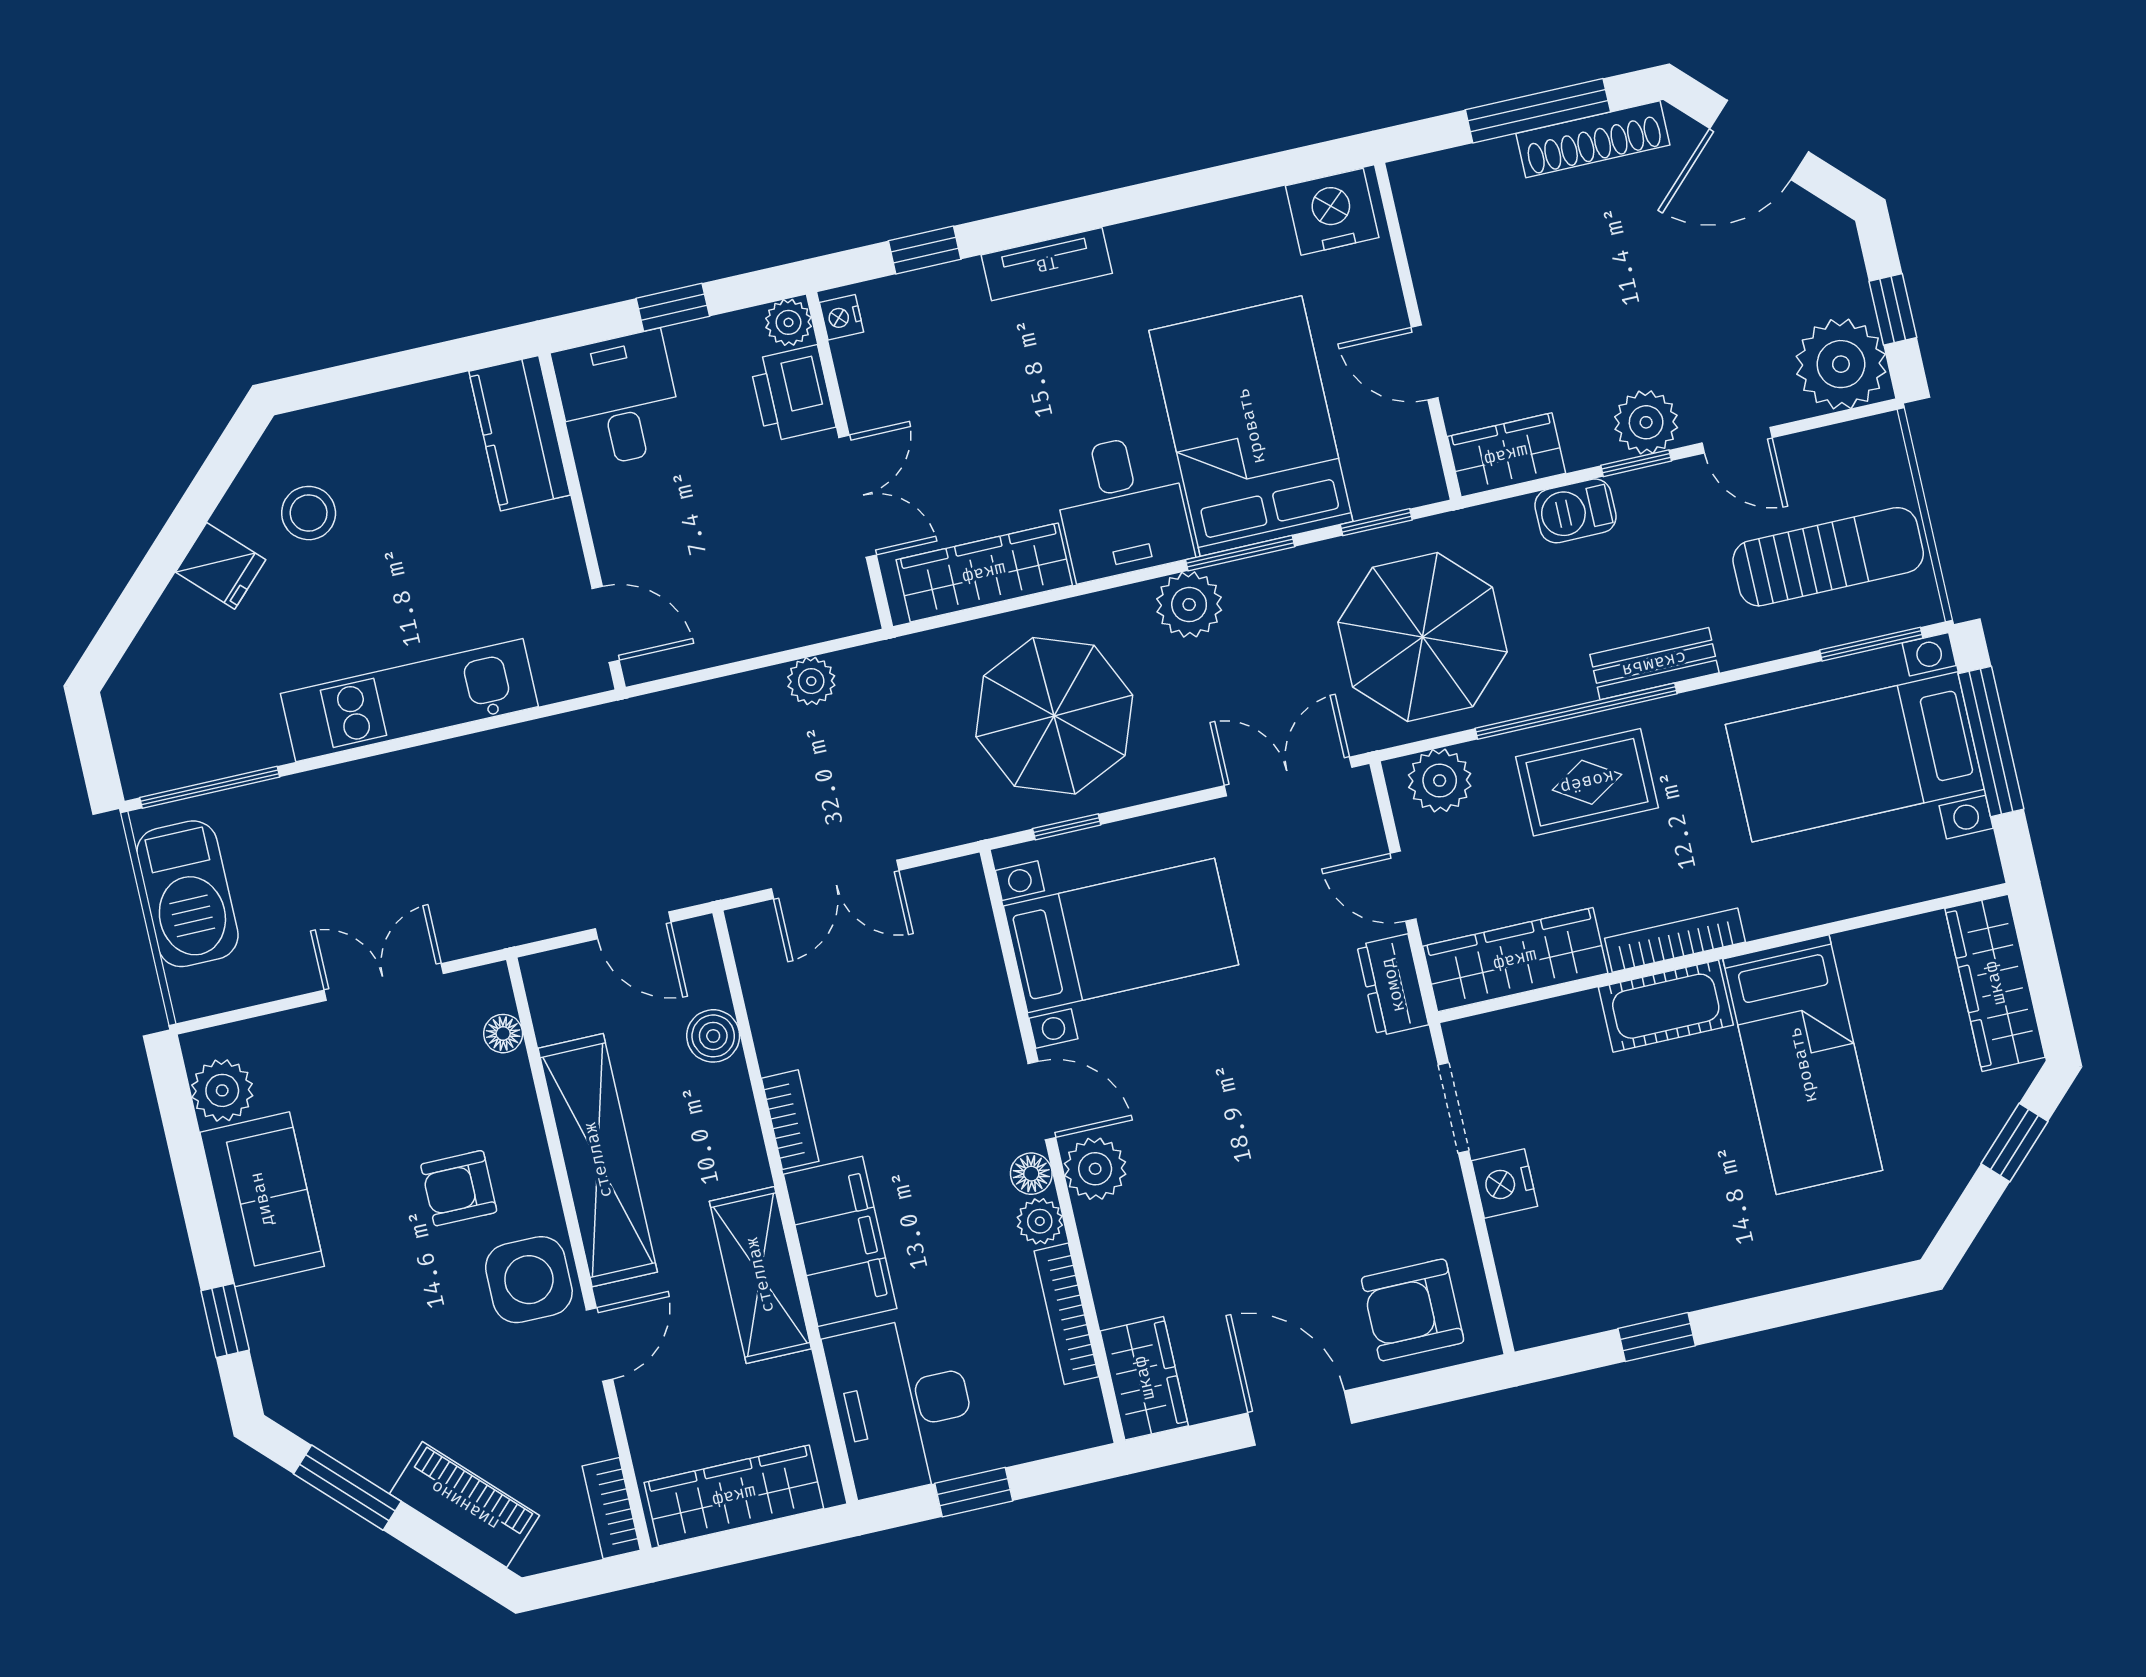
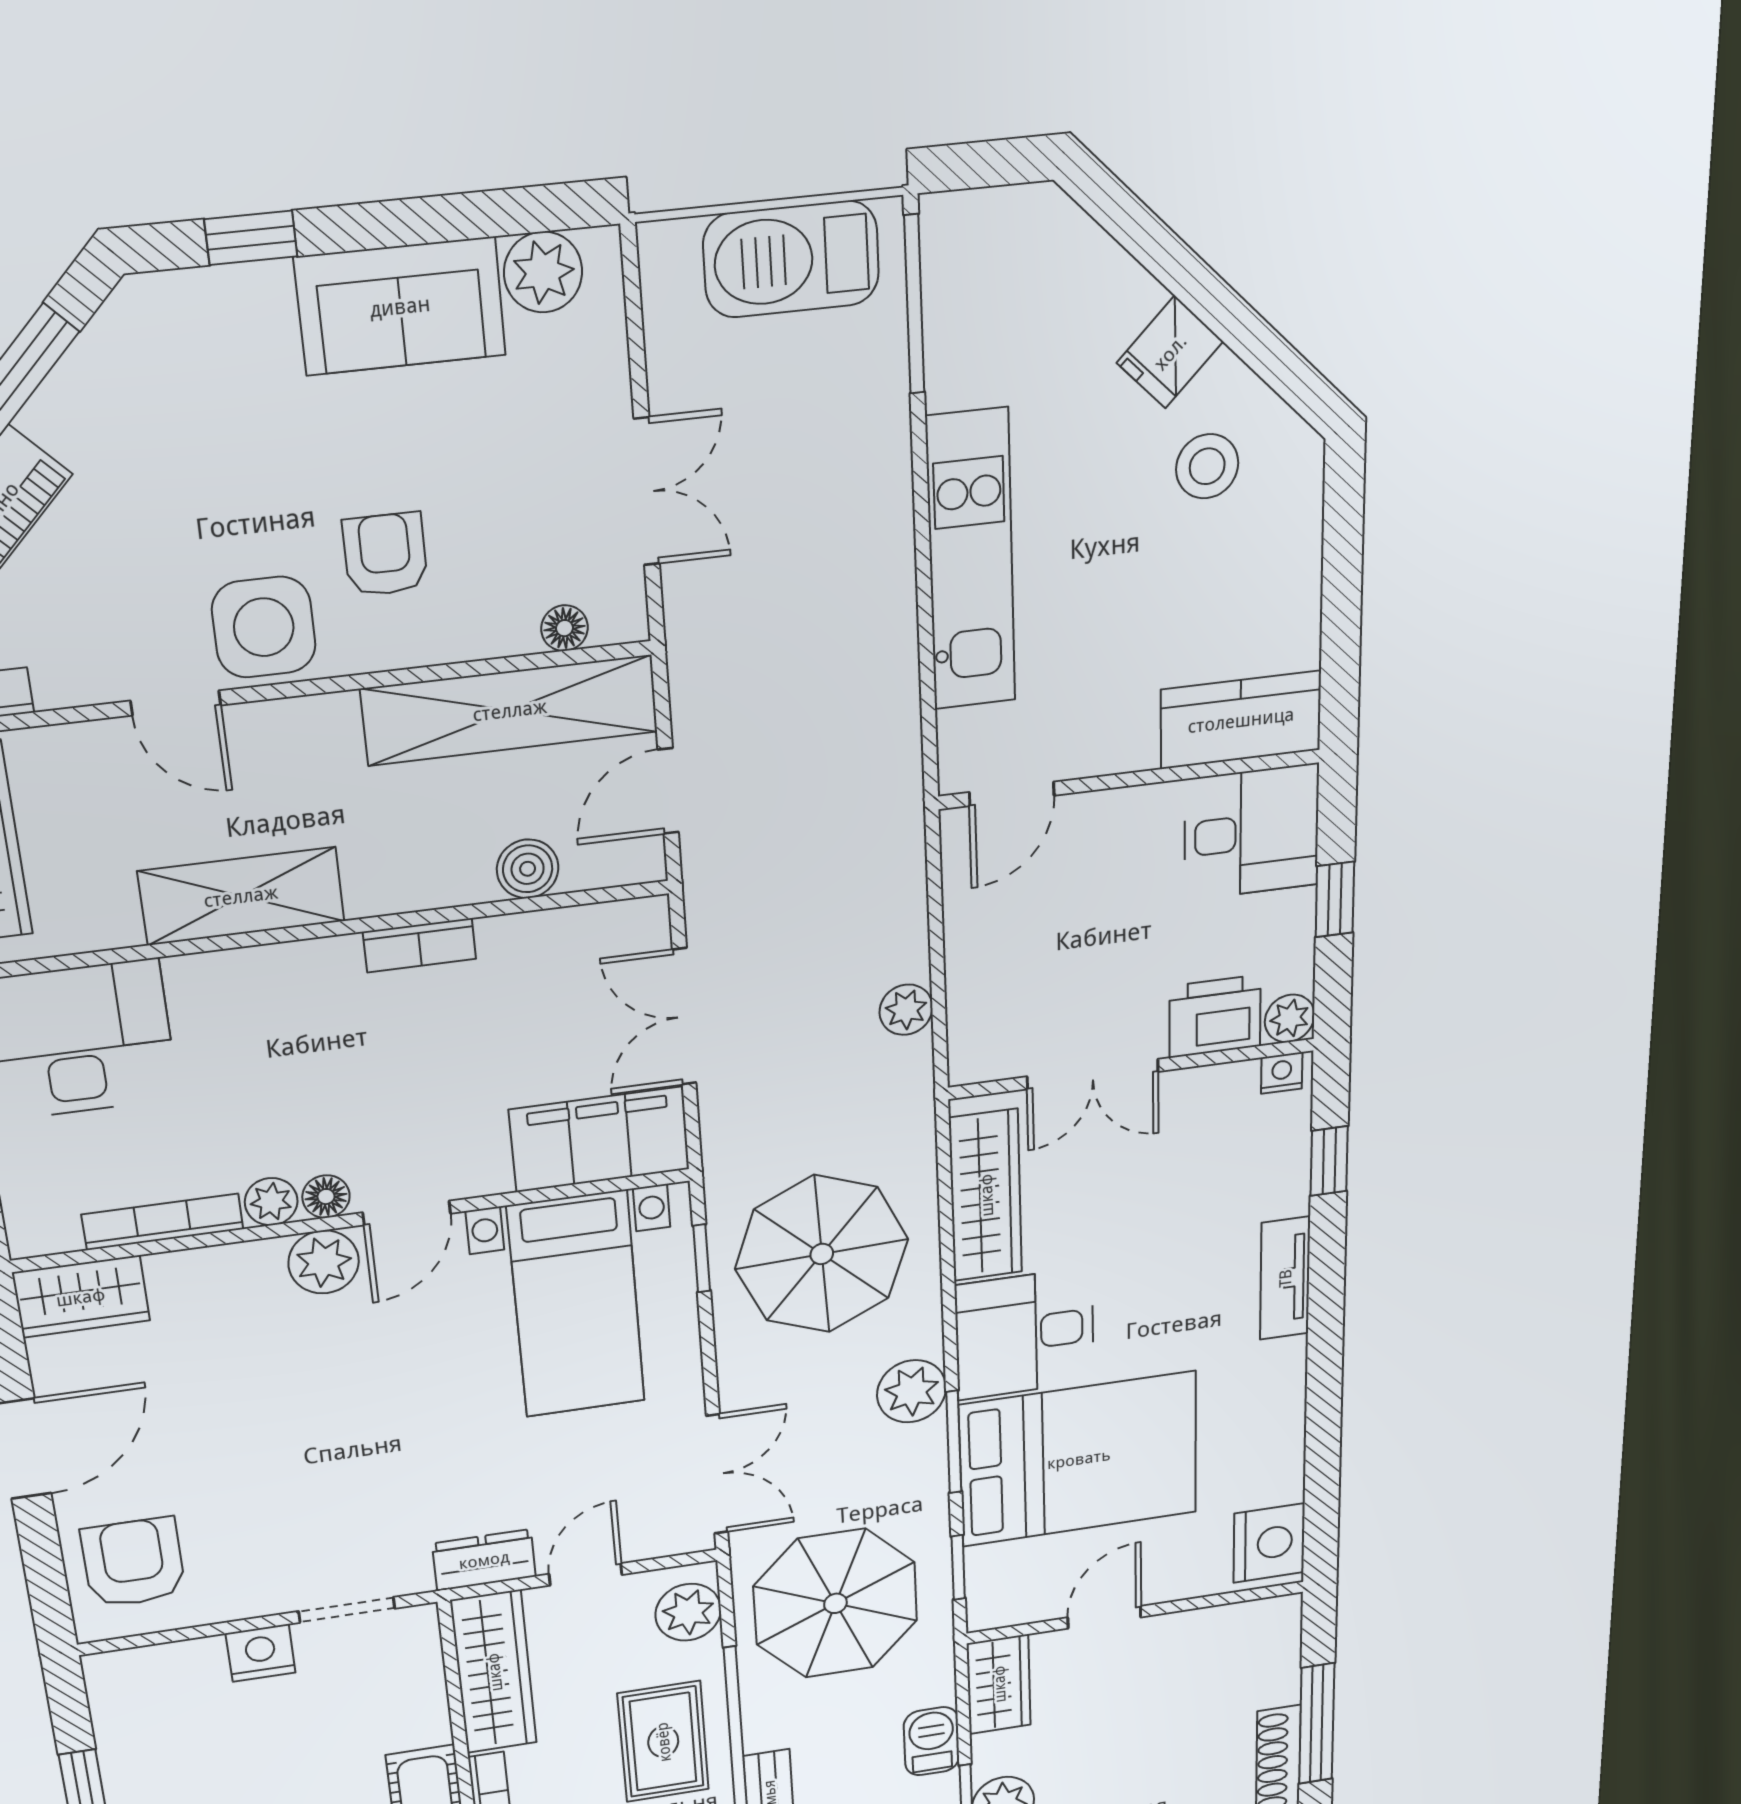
shelving: (598, 1160) -> (510, 710), moved
filing cabinet: (840, 1241) -> (600, 1139), moved, turned 180

